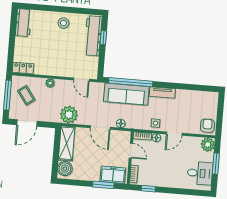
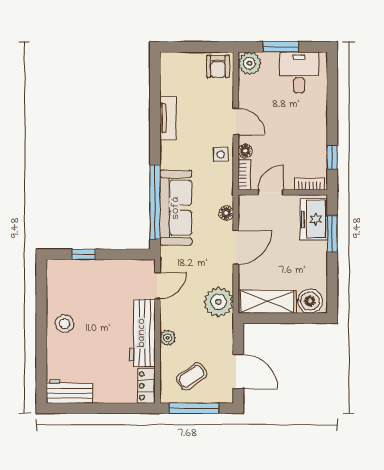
workbench: (93, 36) -> (142, 333), moved, turned 90
tv unit: (162, 92) -> (168, 118), moved
armchair: (207, 126) -> (218, 66), turned -90

